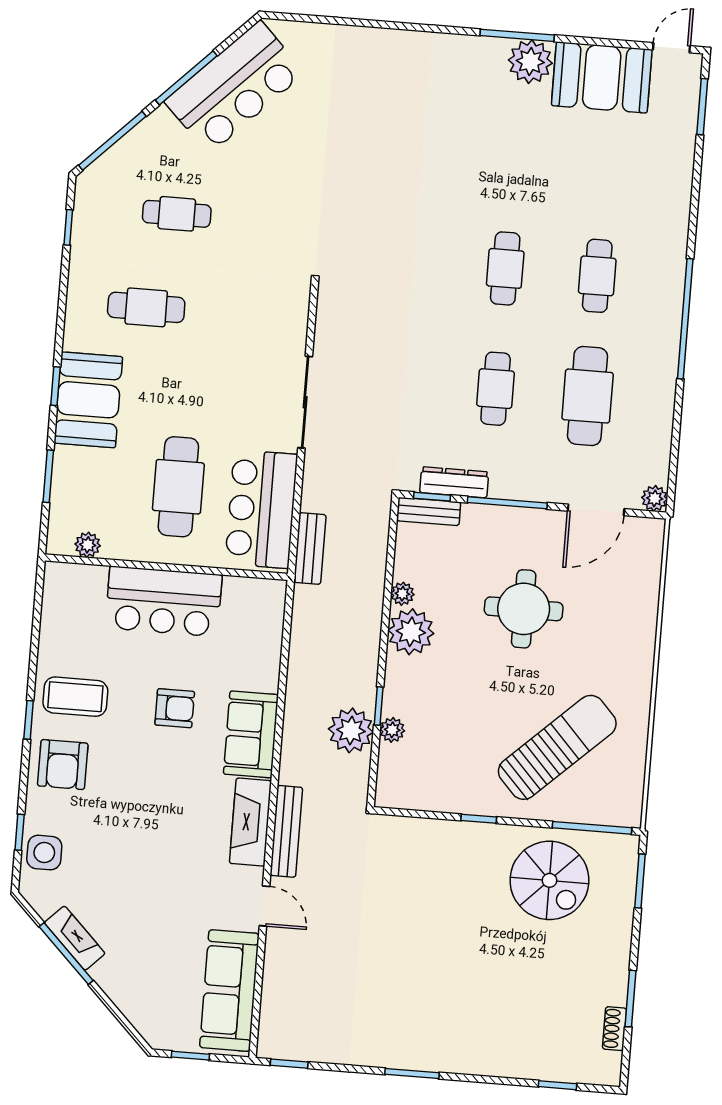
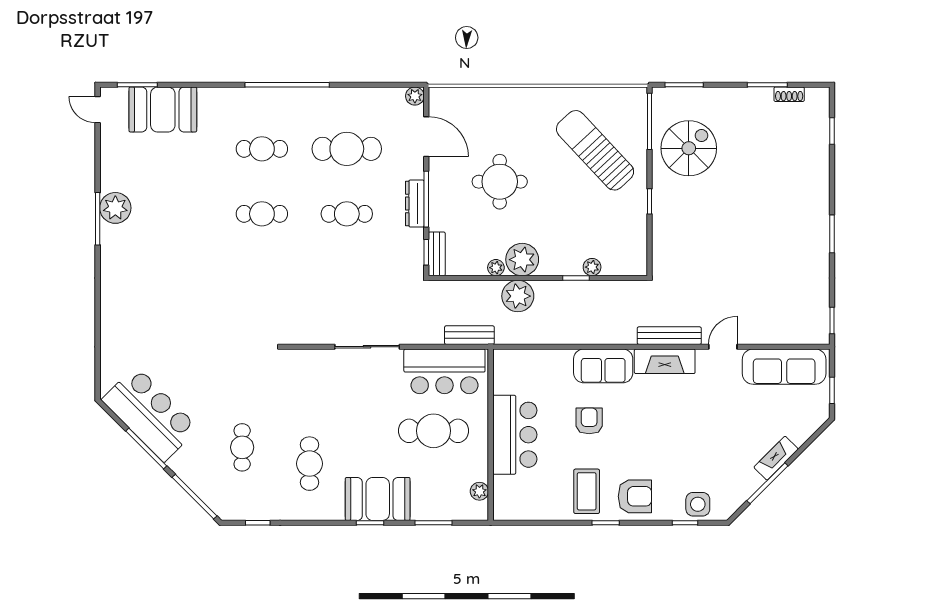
booth: (602, 77) -> (163, 110), moved, turned 90
dresser: (454, 482) -> (415, 203), moved
plant: (351, 730) -> (518, 296), moved
fireplace: (75, 938) -> (776, 458), moved

